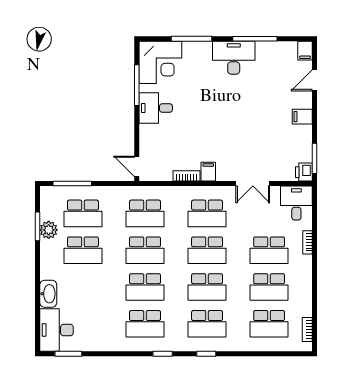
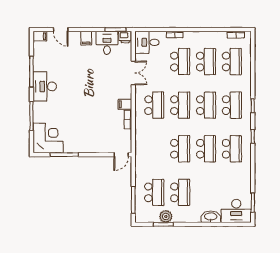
desk: (156, 108) -> (107, 43), moved, turned 180
school desk: (145, 213) -> (154, 149), removed

